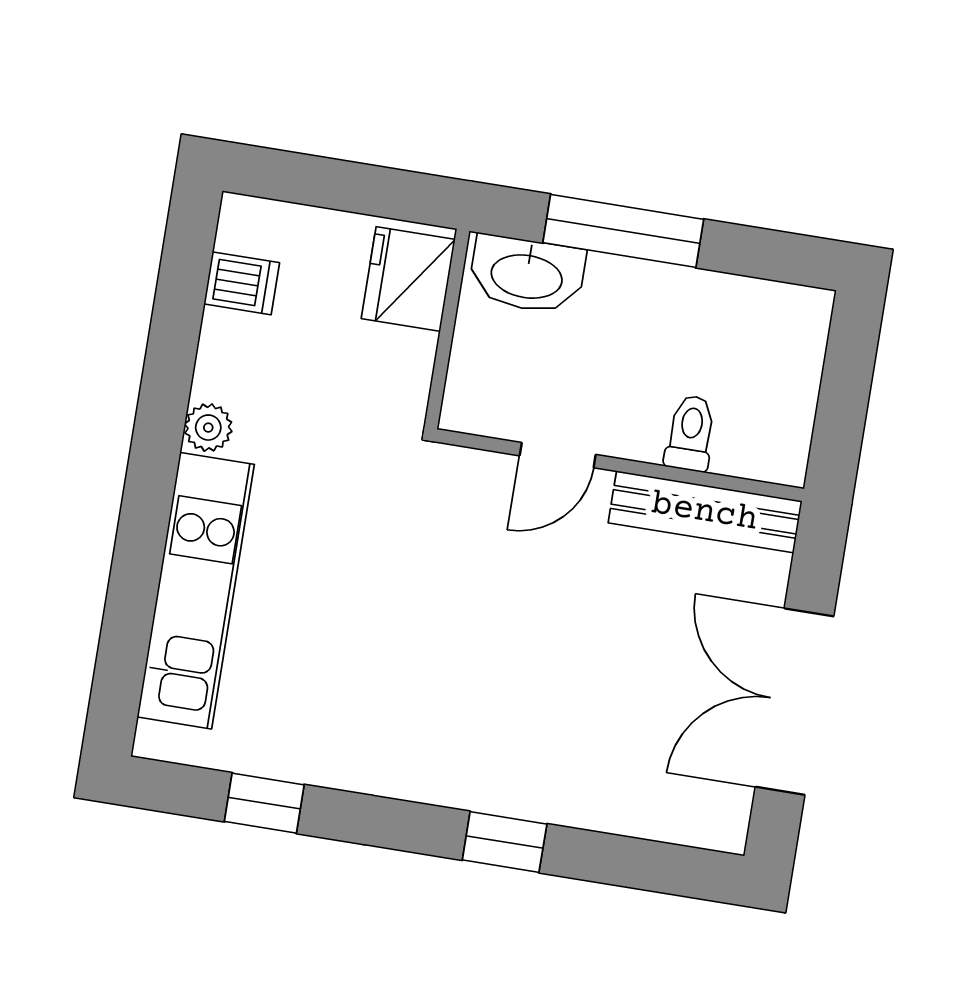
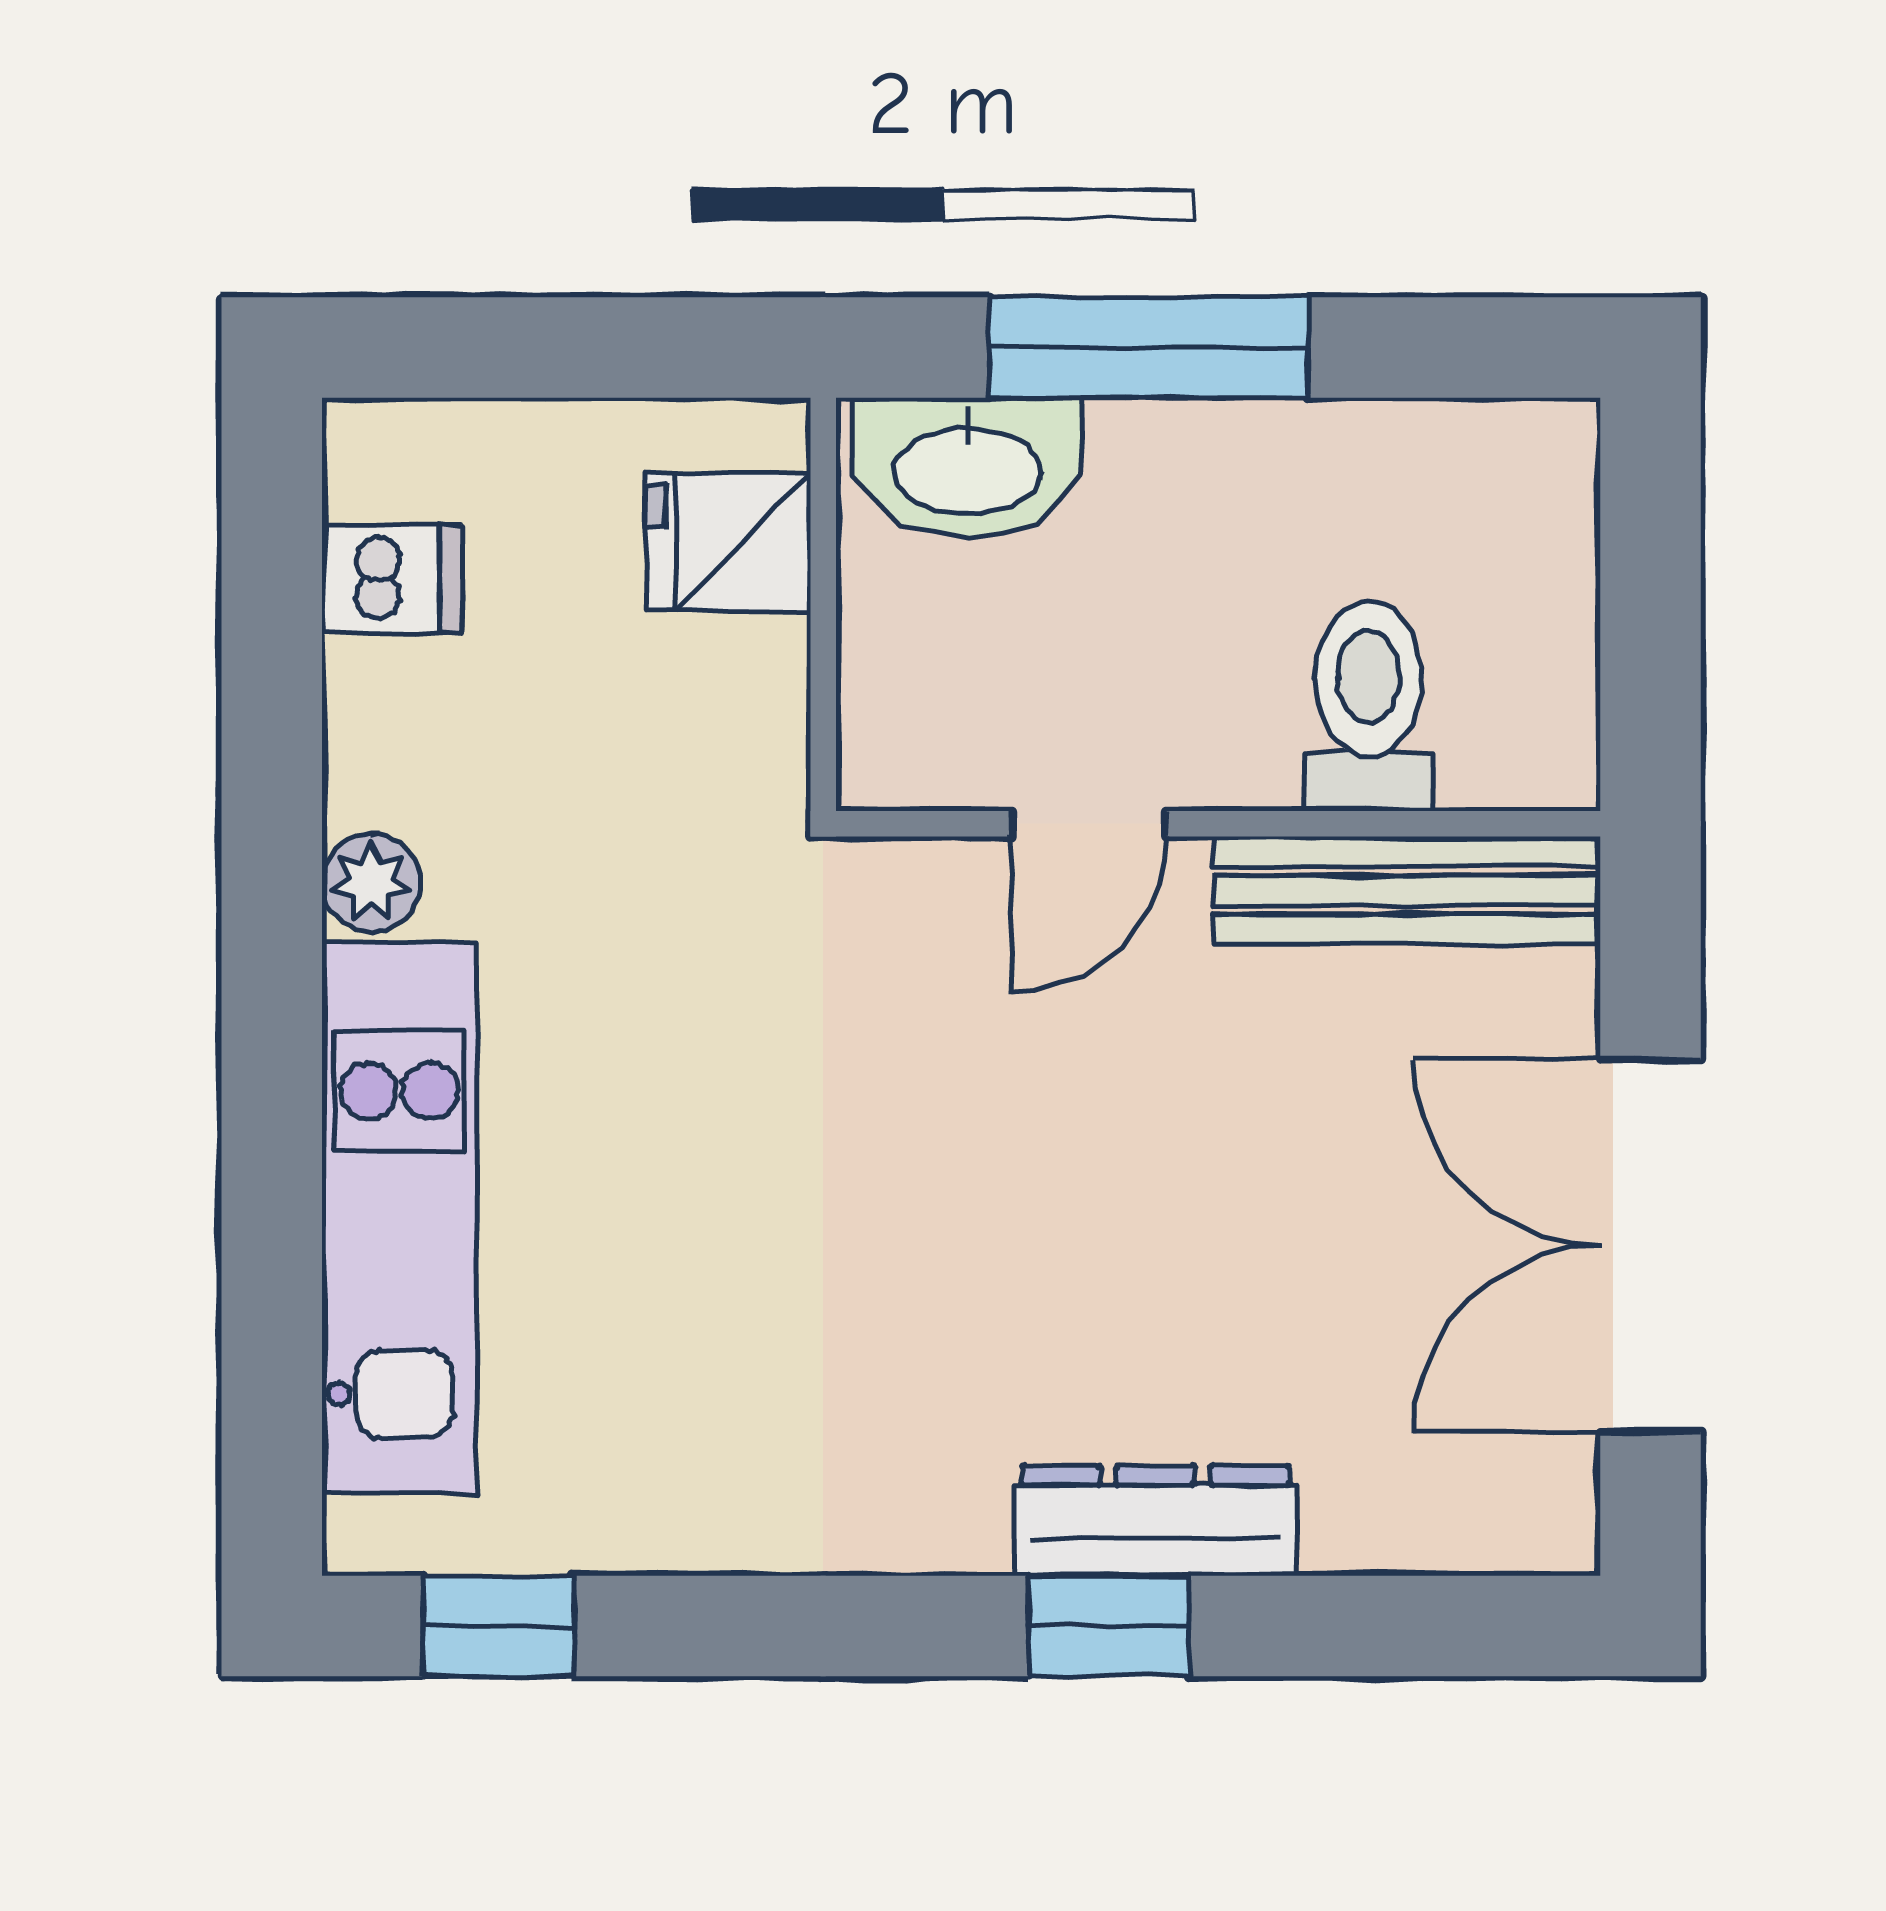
fridge: (408, 279) -> (728, 542), width x0.72
toilet: (690, 433) -> (1369, 706), width x1.37, depth x1.39
dresser: (535, 795) -> (1155, 1520), added
window: (264, 803) -> (498, 1626), moved

